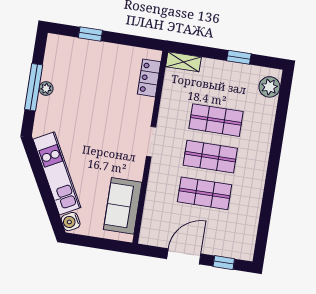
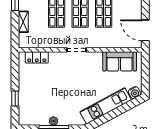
shelving: (183, 62) -> (23, 22), moved
door: (184, 256) -> (145, 30), moved

